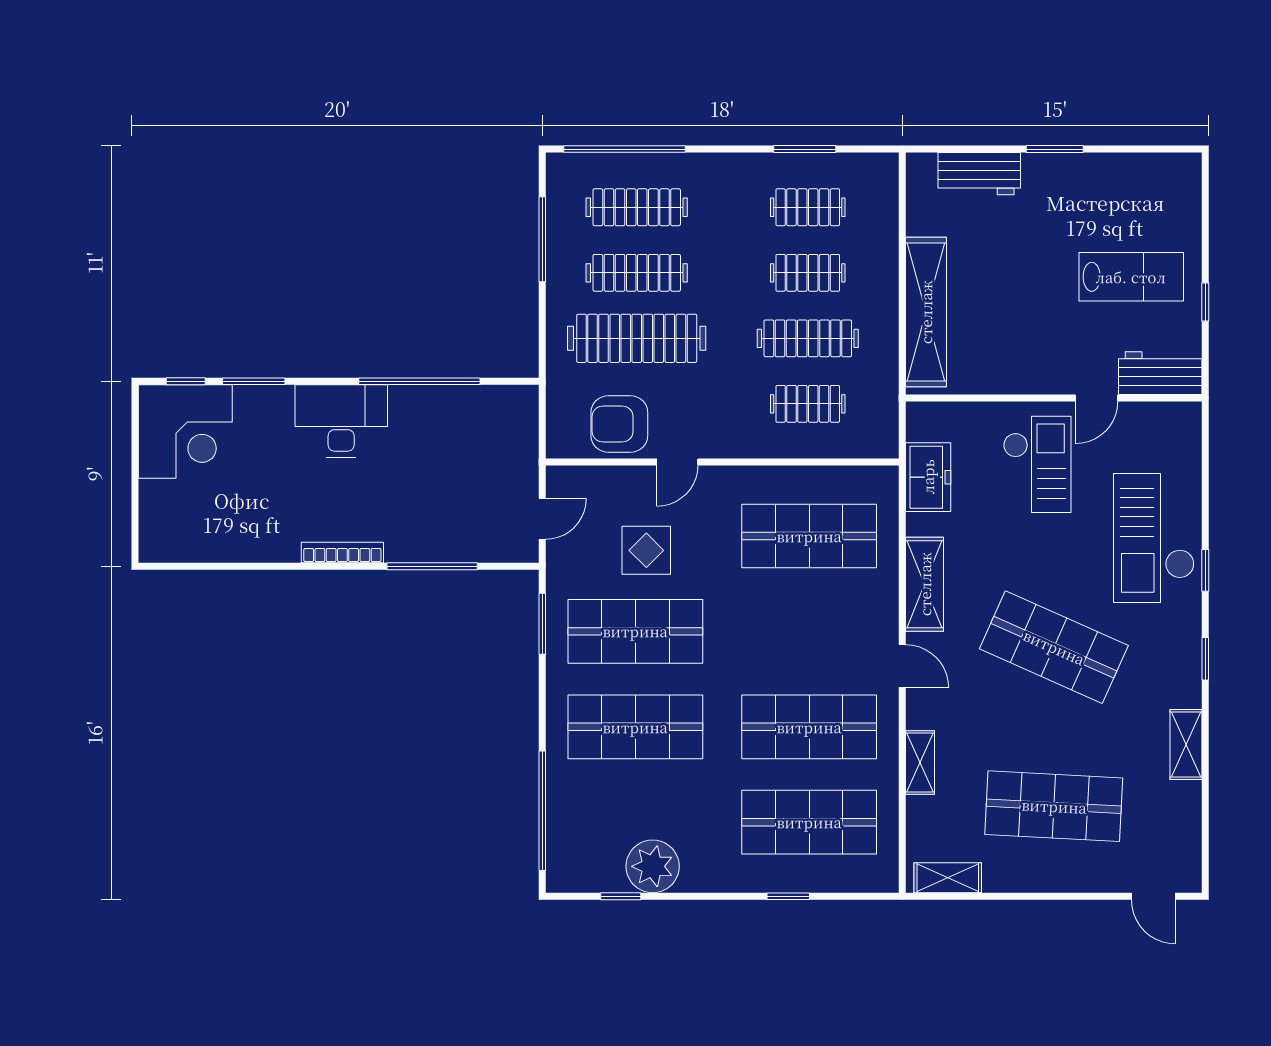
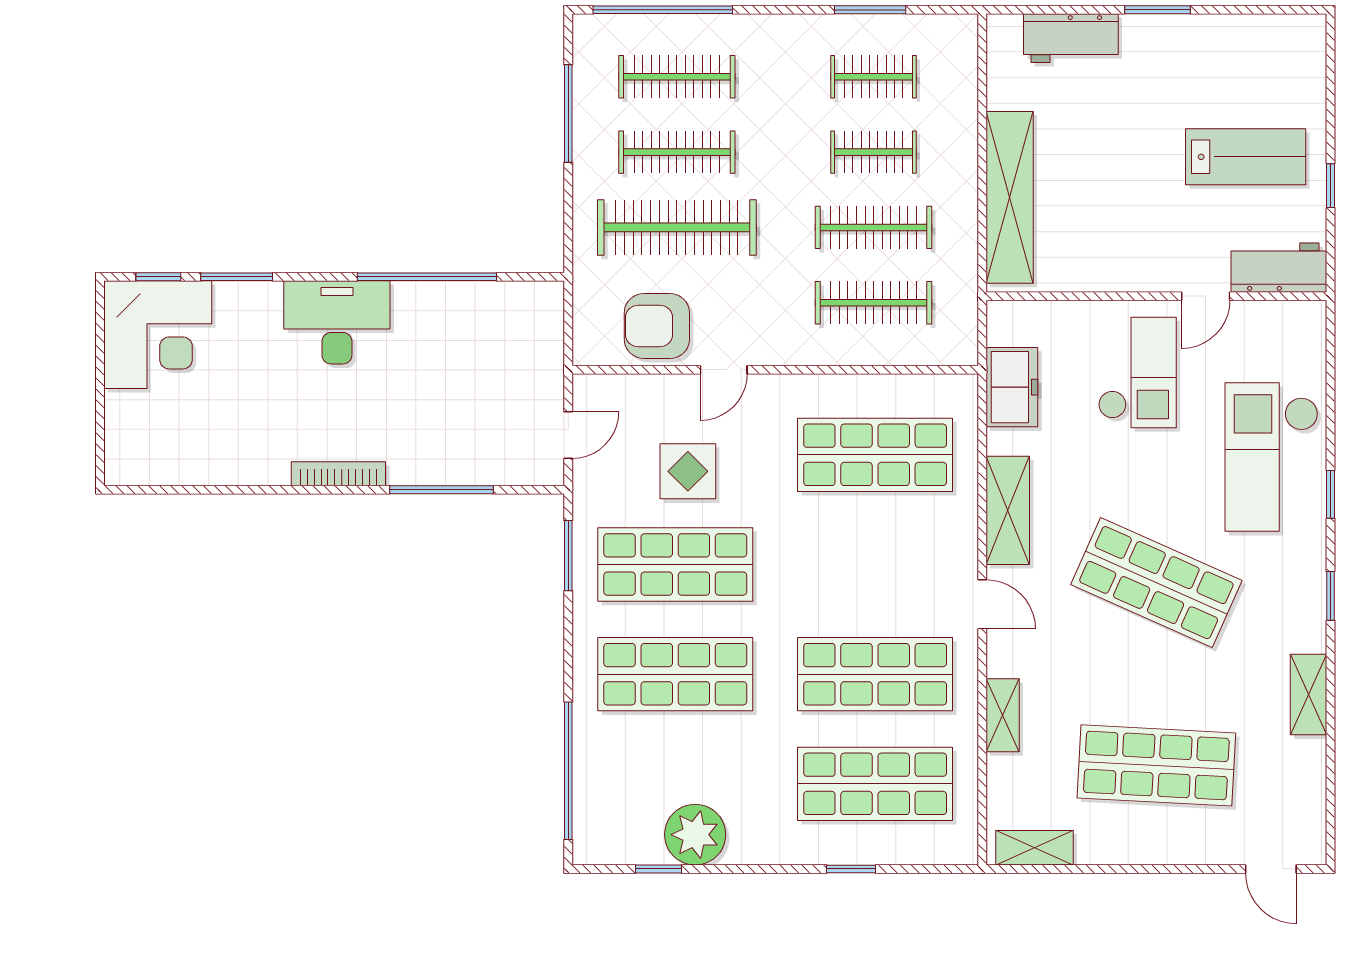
clothes rail: (808, 404) -> (874, 303), width x1.36

